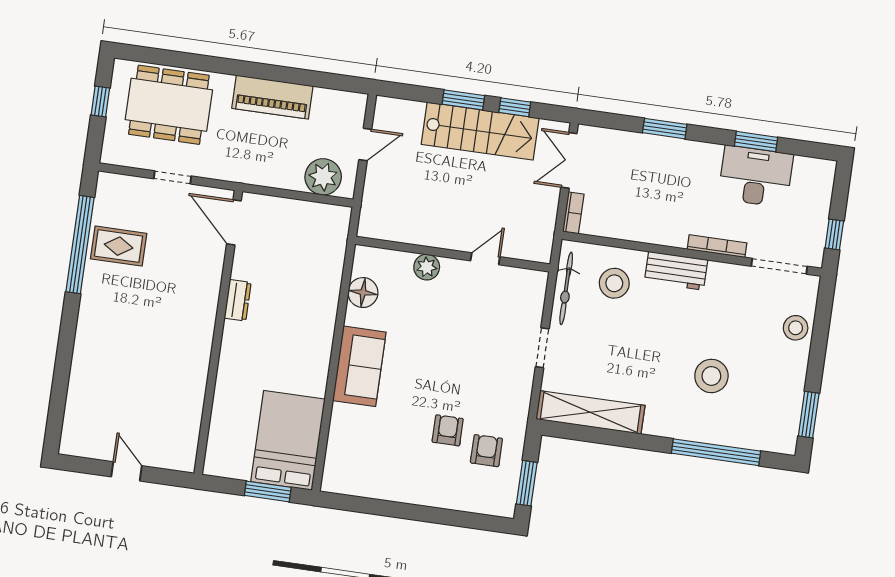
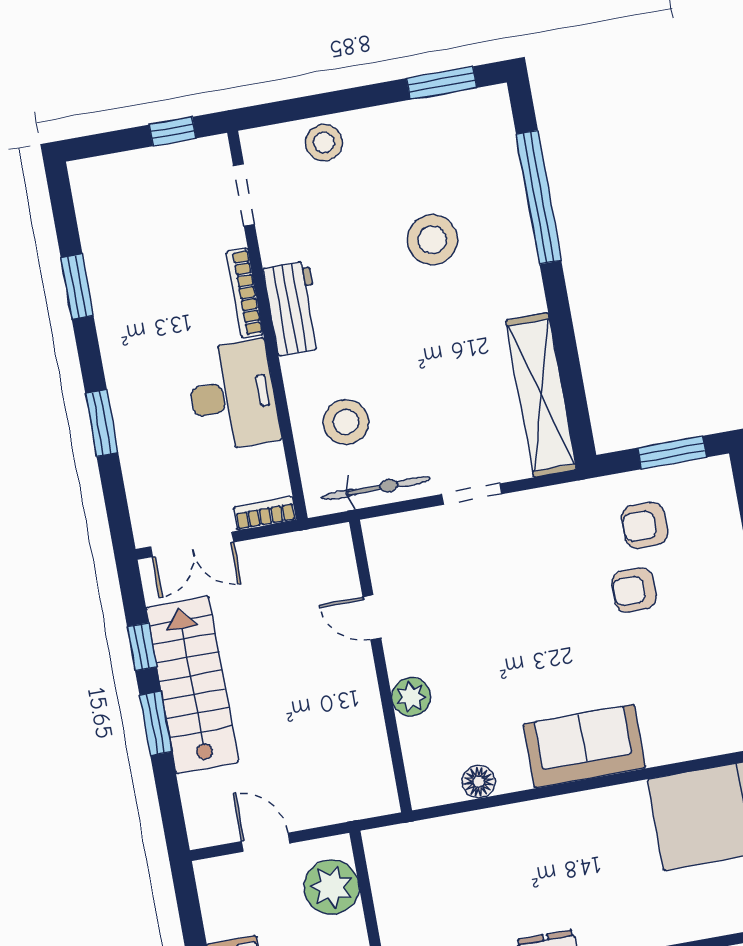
desk: (756, 176) -> (233, 396), moved, turned 180
doorway: (779, 266) -> (244, 195), width x0.73
workbench: (676, 271) -> (293, 308), moved
floor lamp: (363, 293) -> (479, 782), width x0.73, depth x0.73

